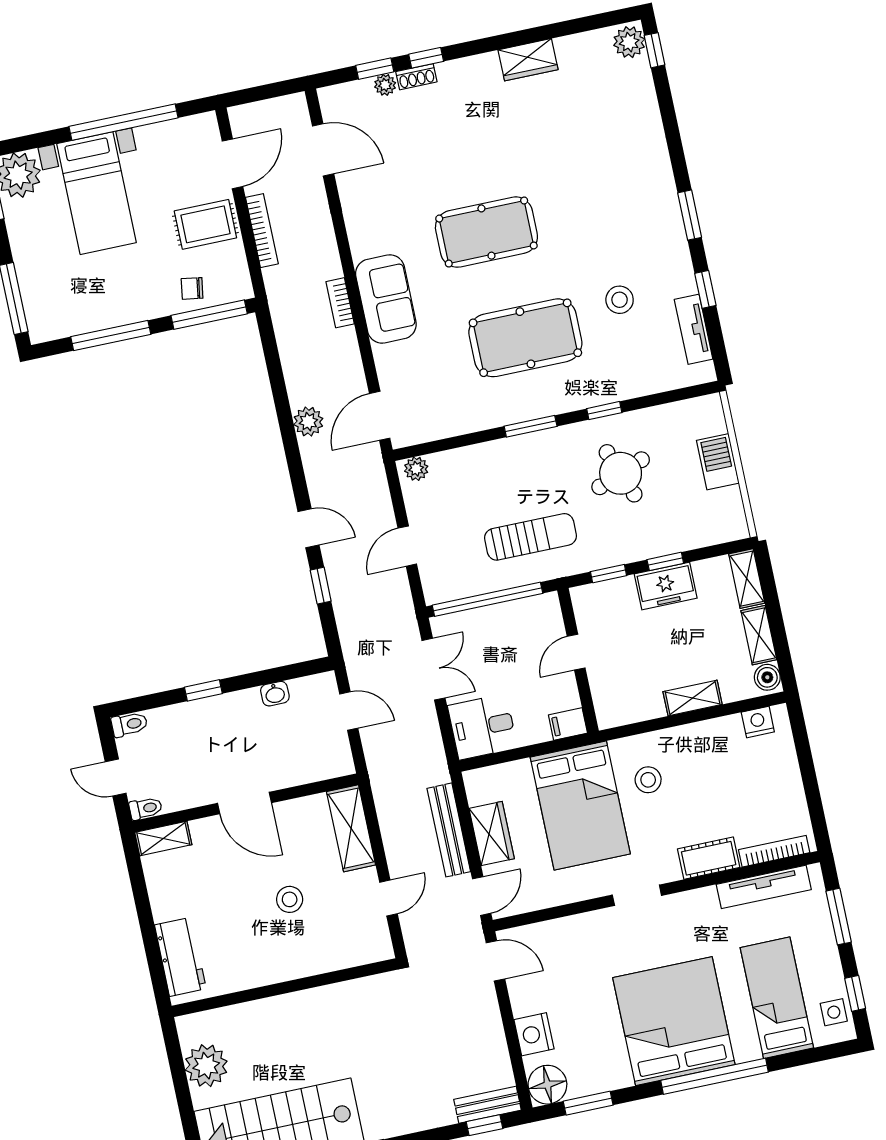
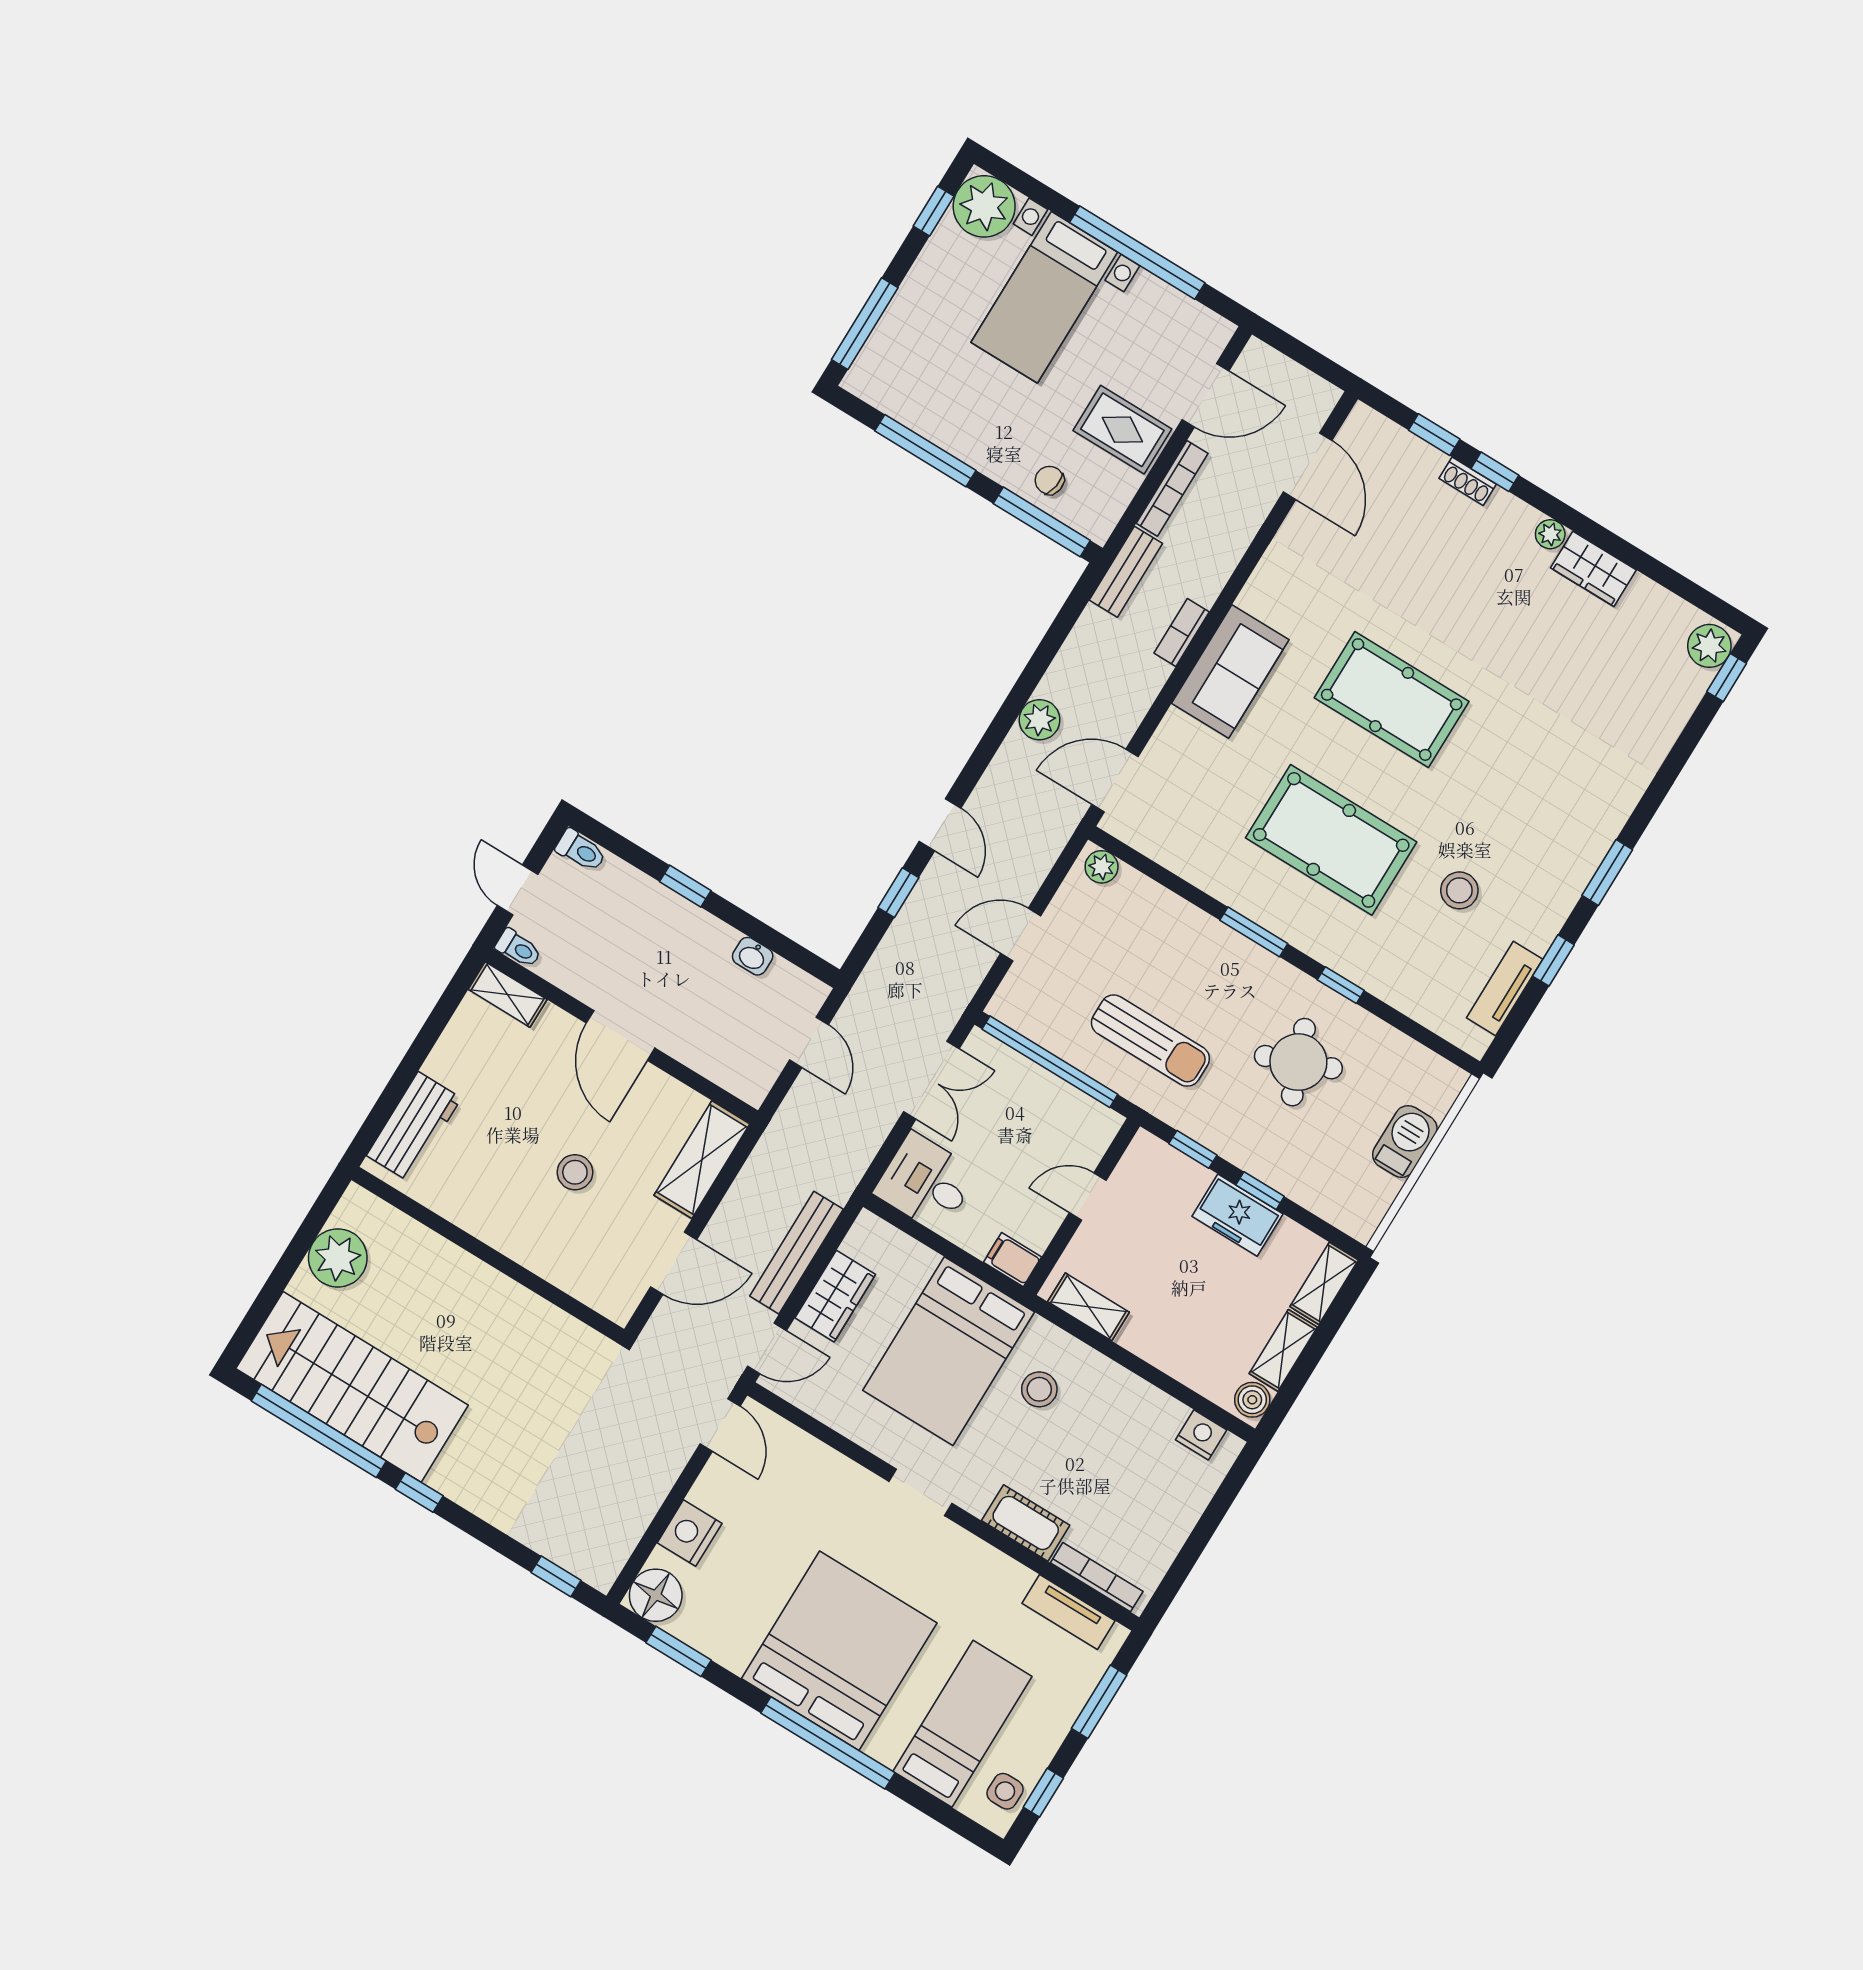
plant: (385, 85) -> (1550, 534), moved
shelving: (693, 698) -> (1088, 1307), moved
tv unit: (764, 887) -> (1069, 1612), width x0.71
door: (388, 898) -> (674, 1263), width x1.38
bench: (488, 1105) -> (1126, 572), moved, turned 90

